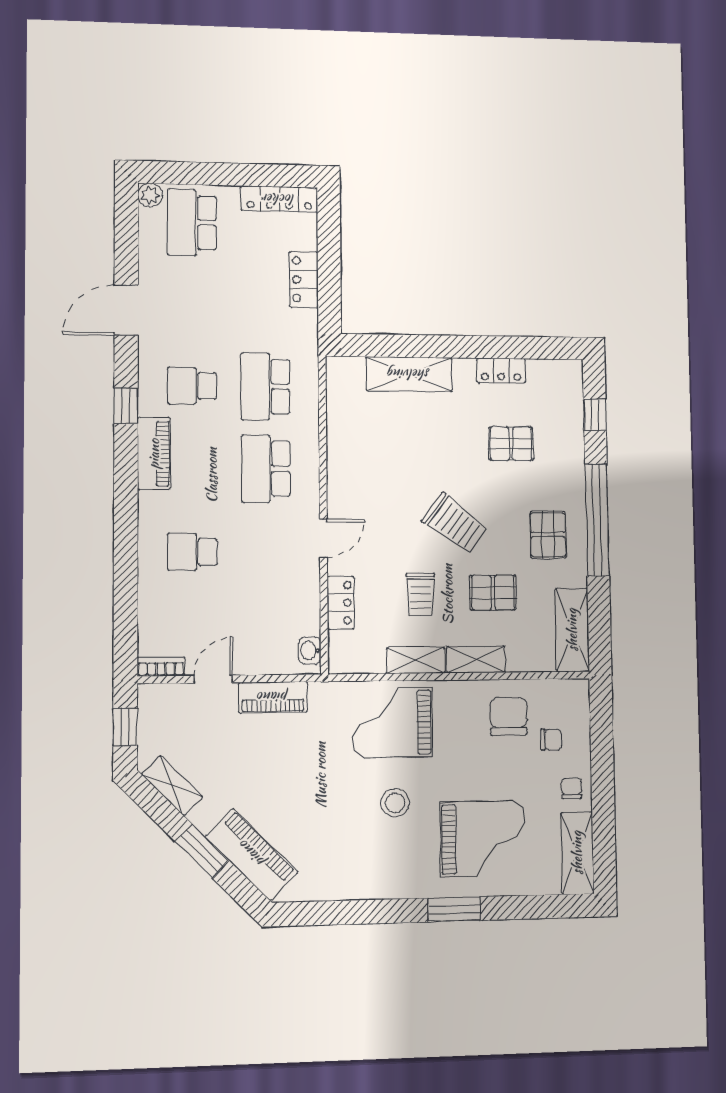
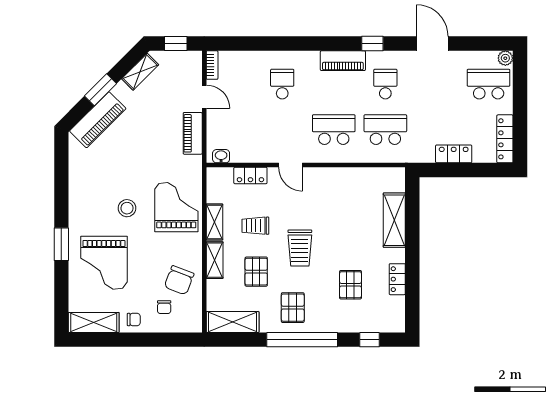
trolley: (455, 523) -> (300, 248), turned -37
pallet: (548, 535) -> (293, 308), turned 90
chair: (509, 716) -> (179, 280), turned 111

